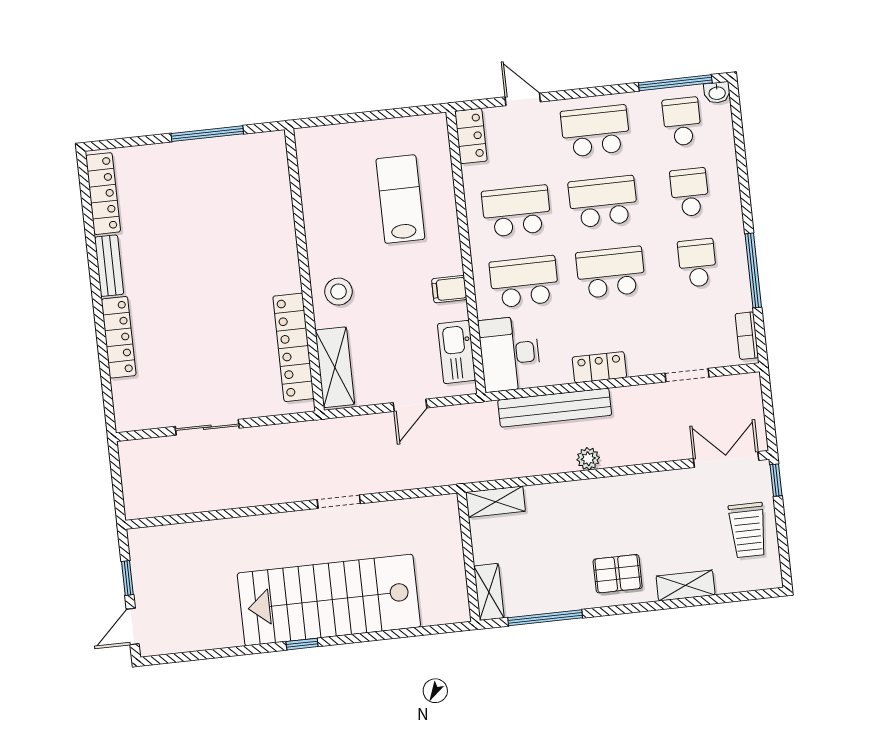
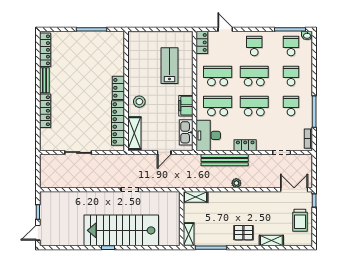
school desk: (595, 131) -> (254, 46), width x0.54
locker: (285, 264) -> (118, 88), added
filing cabinet: (449, 289) -> (186, 106), width x2.00

